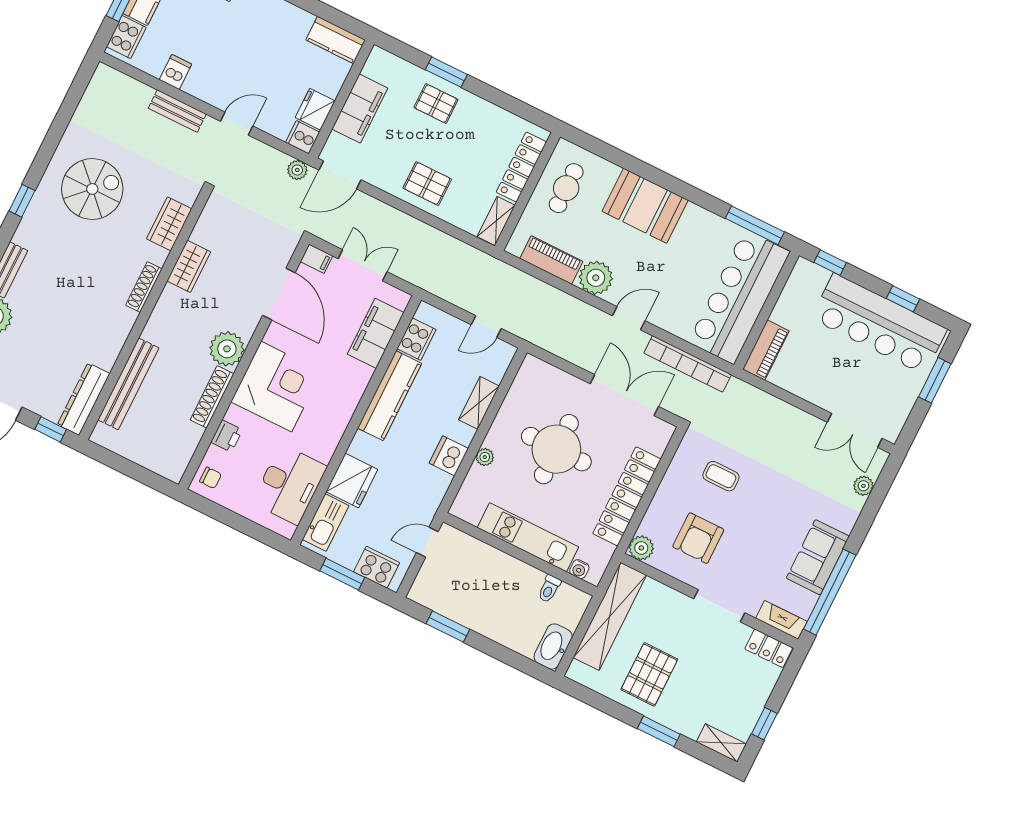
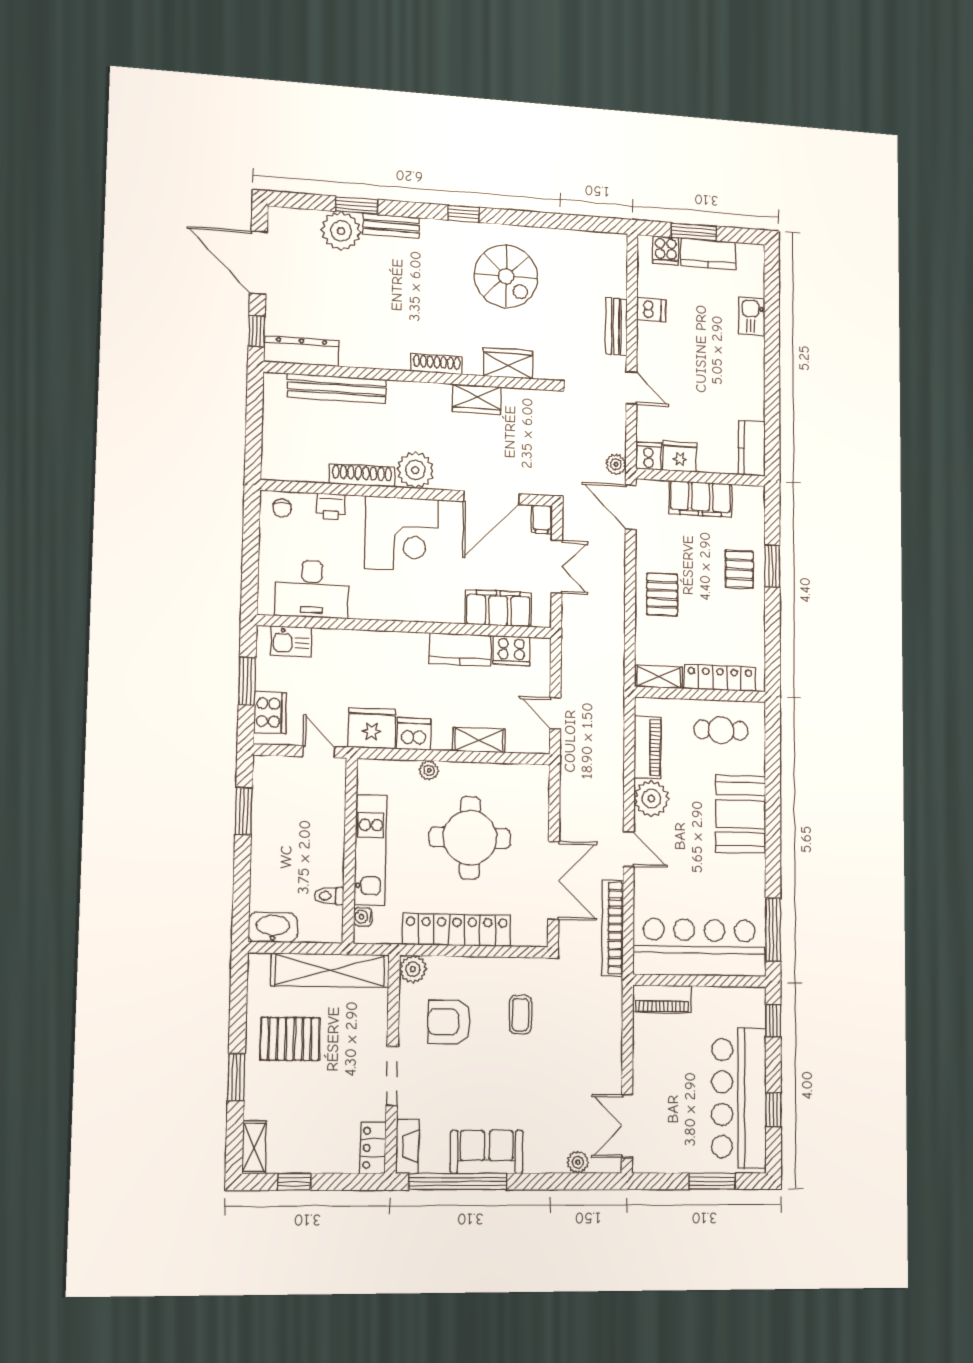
cooker: (126, 37) -> (666, 250), width x0.73
kitchen counter: (390, 396) -> (460, 650), width x0.67
fridge: (352, 481) -> (372, 728), moved, turned 180
kitchen sink: (326, 522) -> (291, 641), width x0.73

